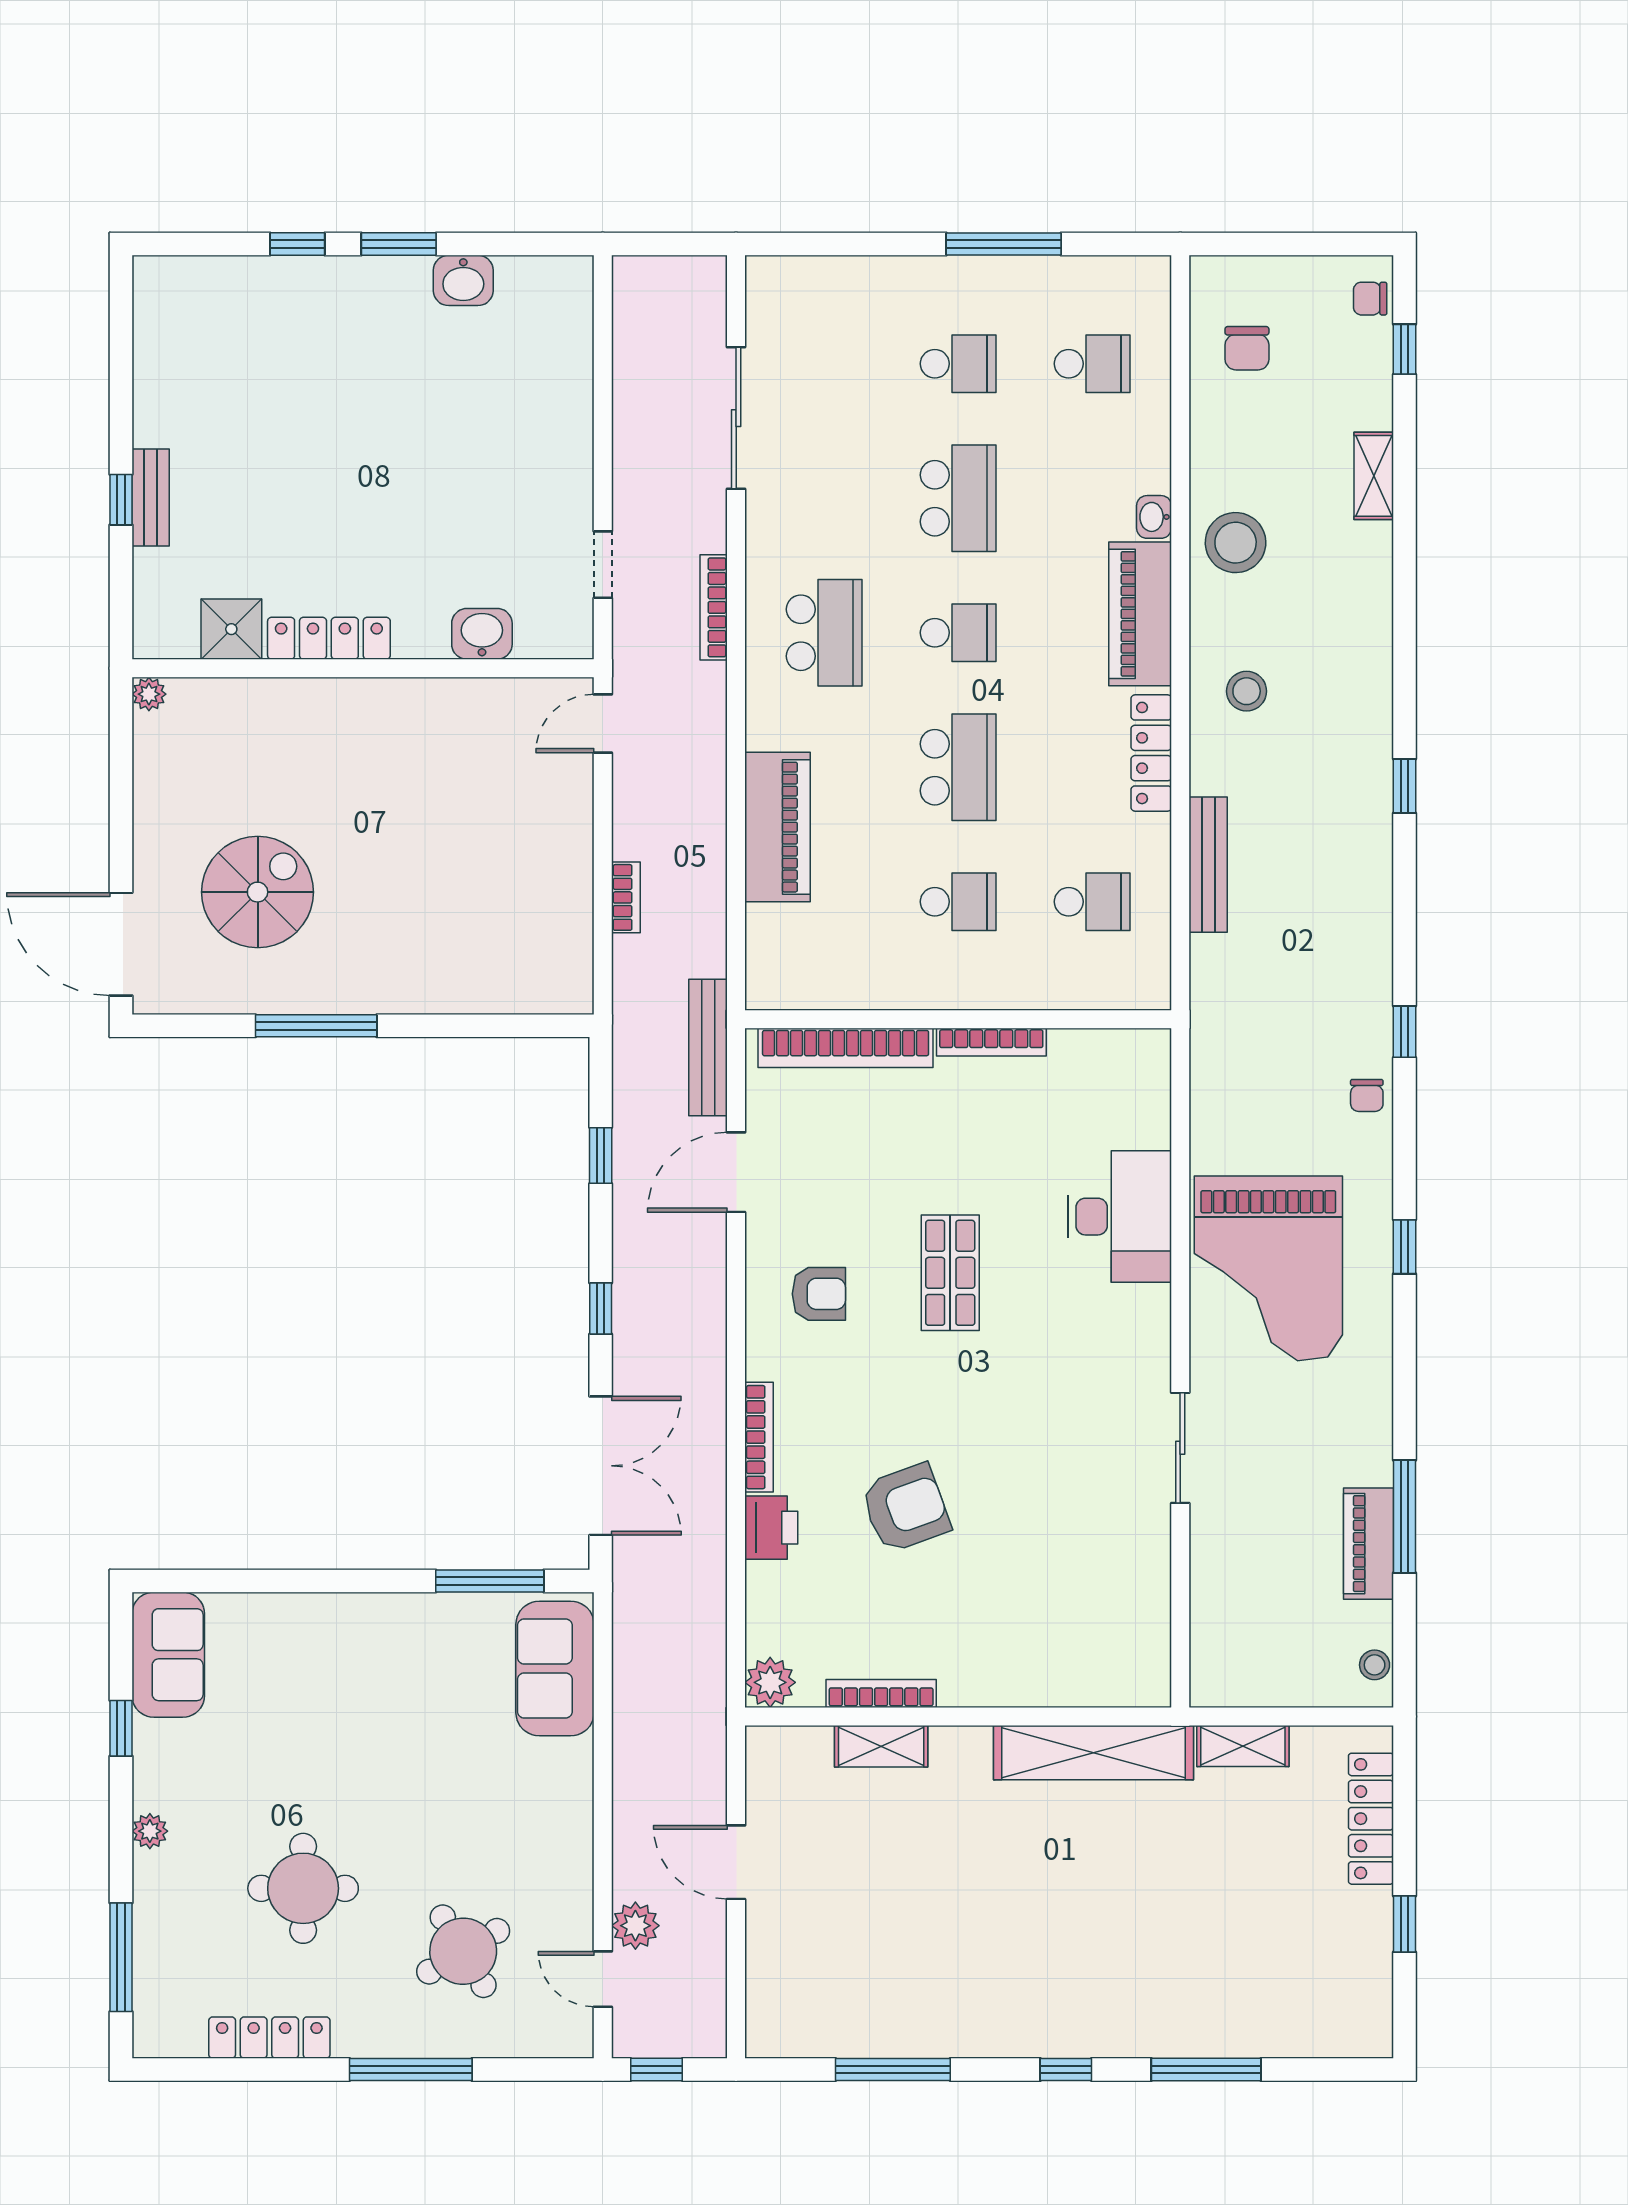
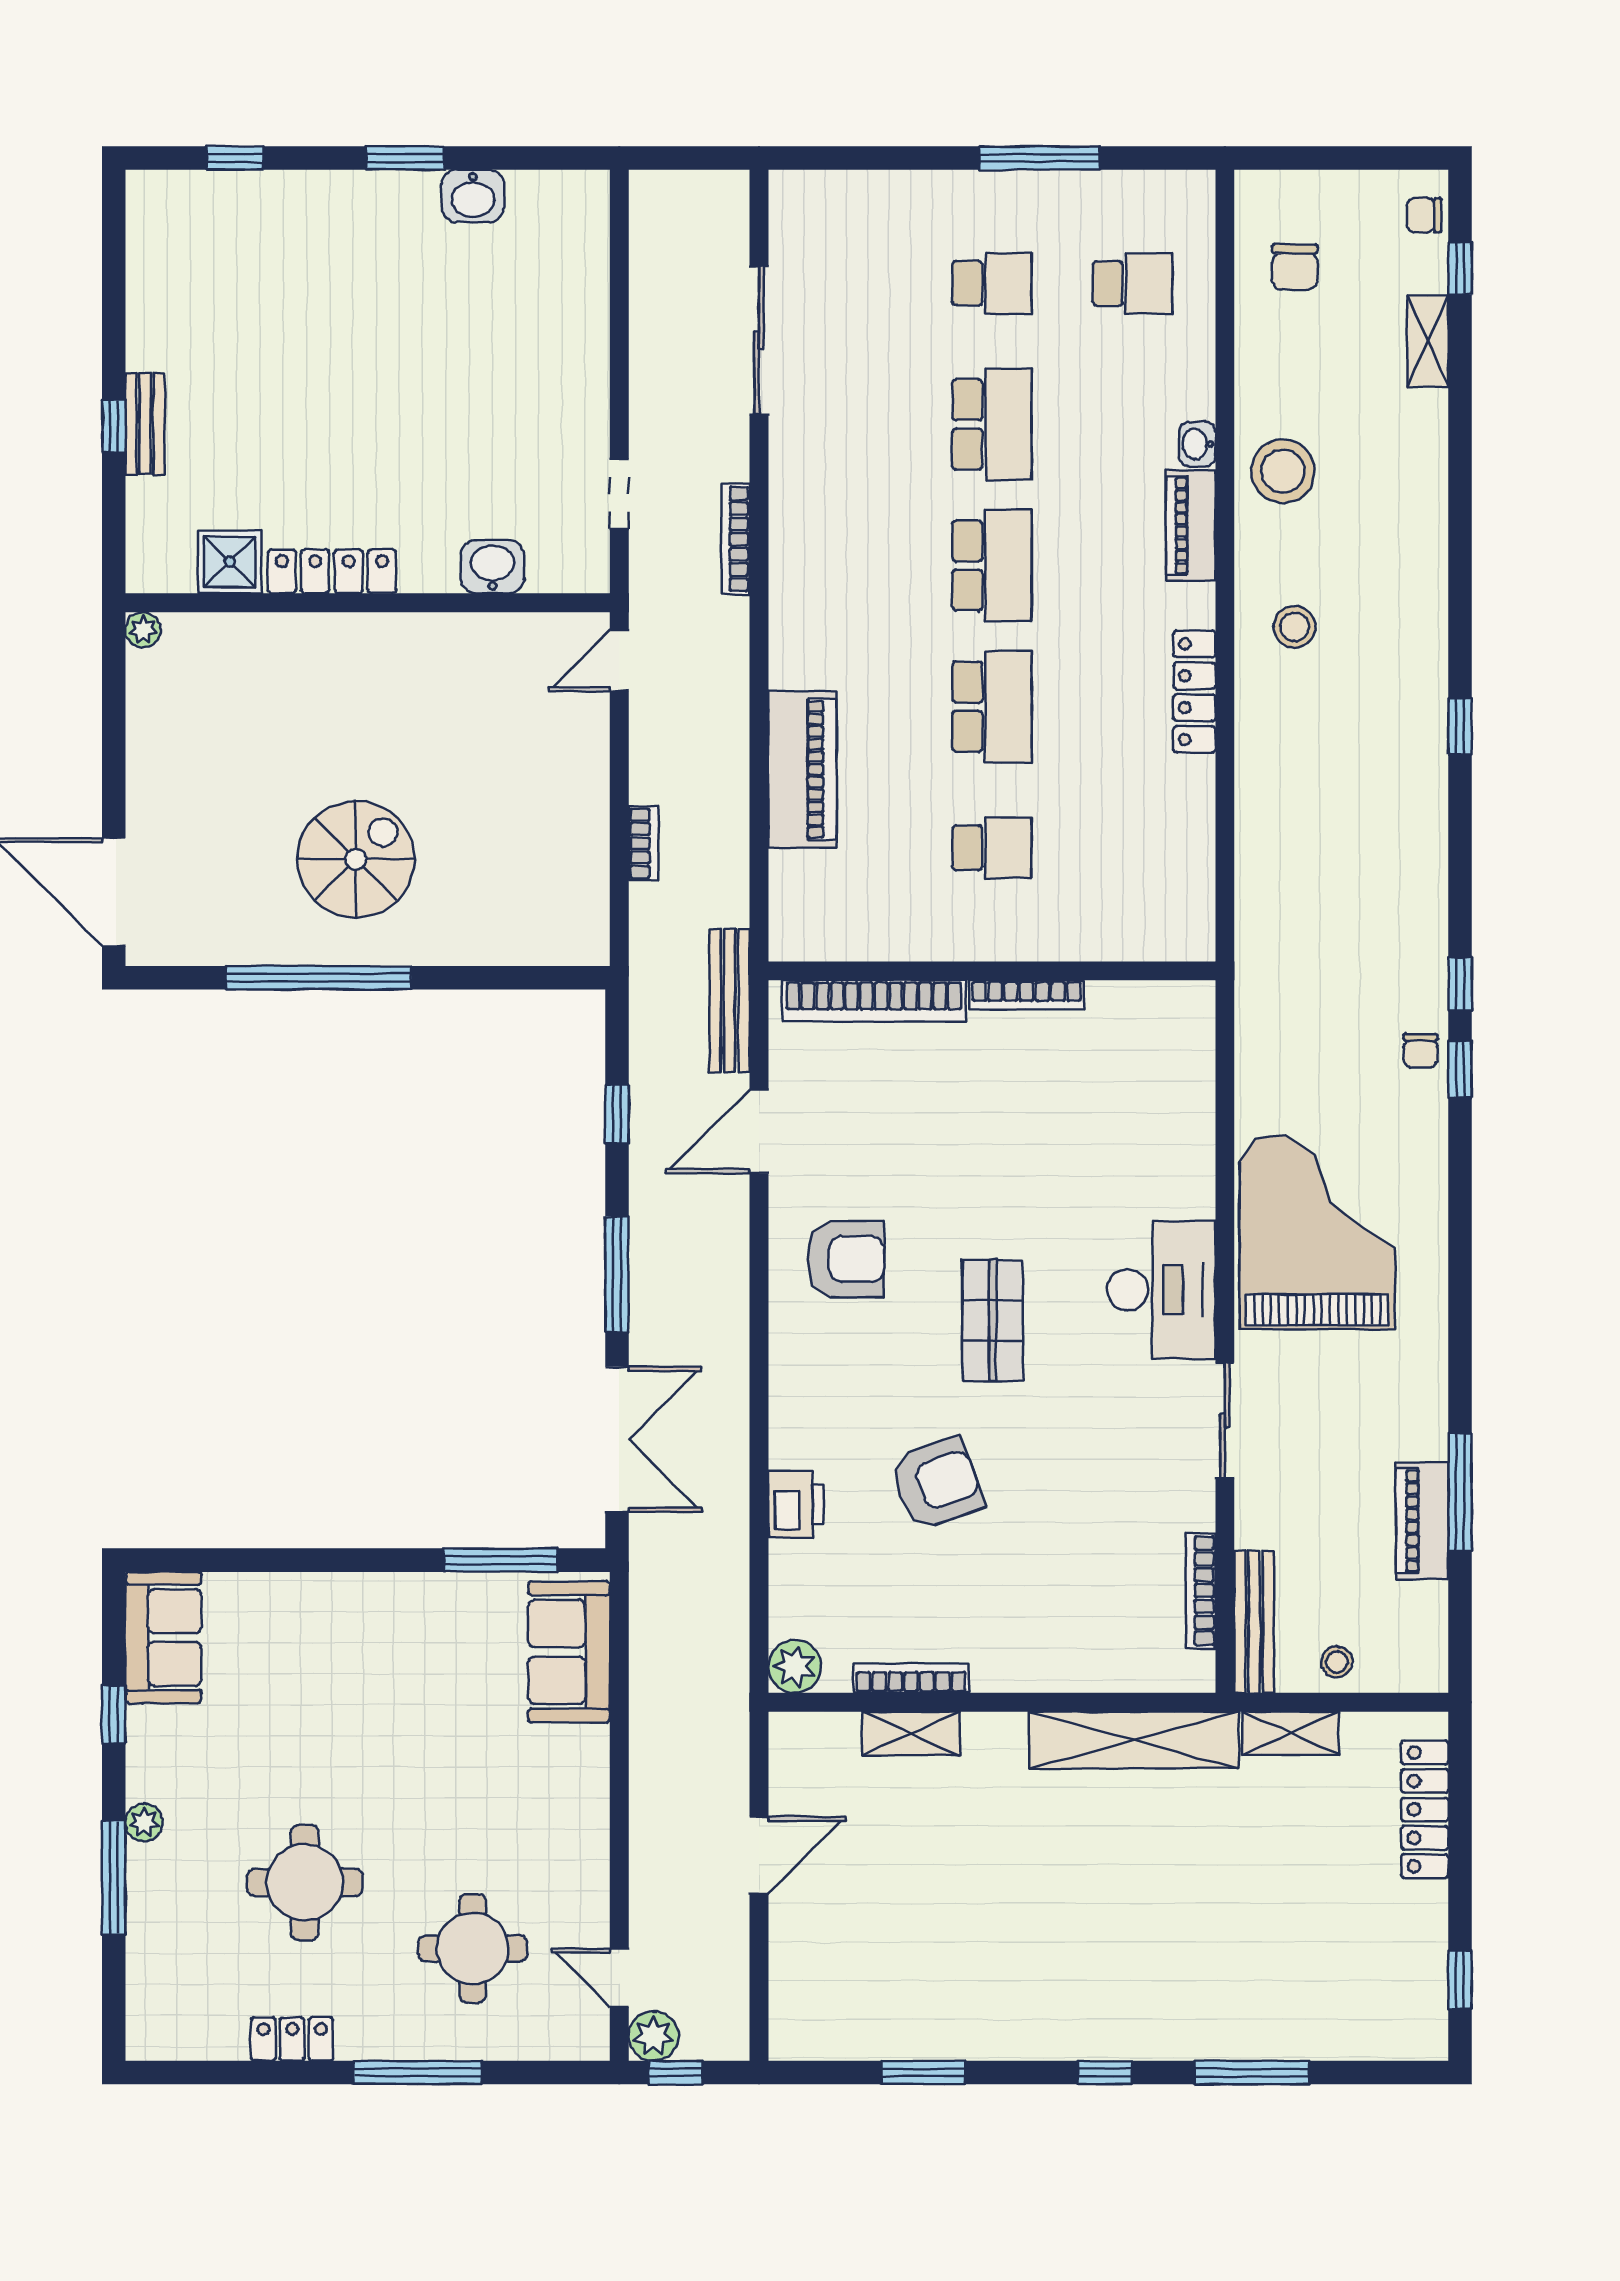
window: (297, 244) -> (235, 158), moved
shelving: (1374, 476) -> (1428, 341), moved
piano: (1140, 614) -> (1191, 526), width x0.73, depth x0.75
school desk: (824, 633) -> (851, 566), removed
school desk: (958, 633) -> (992, 566), width x1.85
bench: (1208, 865) -> (1254, 1622), moved
spiral stairs: (258, 892) -> (356, 859), moved
school desk: (1092, 902) -> (1132, 848), removed
window: (316, 1026) -> (319, 978), width x1.46
desk: (1120, 1217) -> (1161, 1290), moved
window: (1405, 1247) -> (1460, 1070), moved
grand piano: (1268, 1268) -> (1317, 1232), turned 180
shop shelf: (950, 1273) -> (993, 1321), moved
armchair: (819, 1294) -> (846, 1259), width x1.38, depth x1.38
window: (601, 1309) -> (617, 1274), width x2.17
bookcase: (759, 1437) -> (1201, 1591), moved, turned 180
stool: (1375, 1665) -> (1337, 1662), moved
door: (736, 1862) -> (759, 1855), swing flipped
window: (1405, 1924) -> (1460, 1980), moved
plant: (635, 1926) -> (653, 2036), moved
round table: (463, 1951) -> (473, 1948), turned 31
window: (121, 1957) -> (114, 1877), moved
locker: (269, 2038) -> (292, 2039), width x0.66
window: (893, 2070) -> (923, 2073), width x0.69

